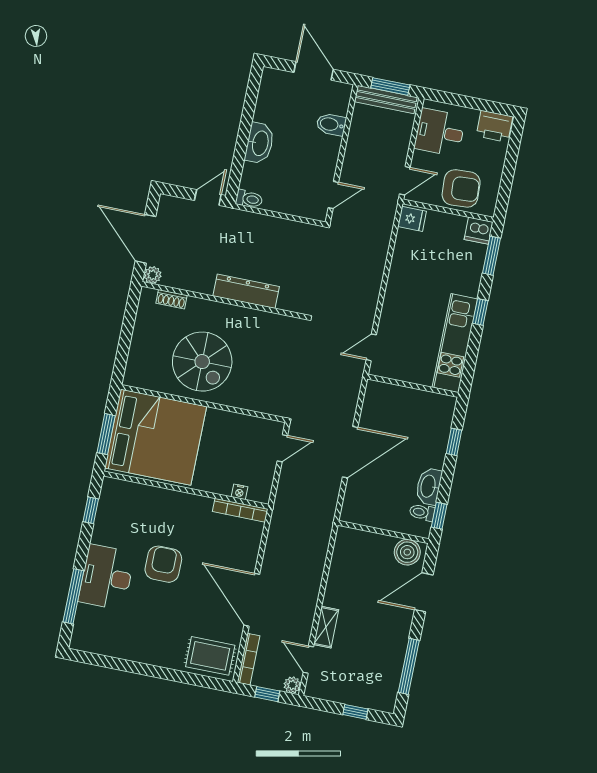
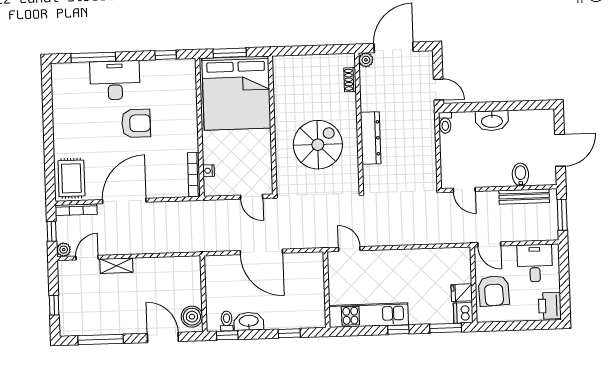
bench: (386, 99) -> (524, 196), moved, turned 90
fridge: (412, 219) -> (462, 293), moved, turned 90
spiral stairs: (202, 362) -> (318, 145), moved, turned 180

